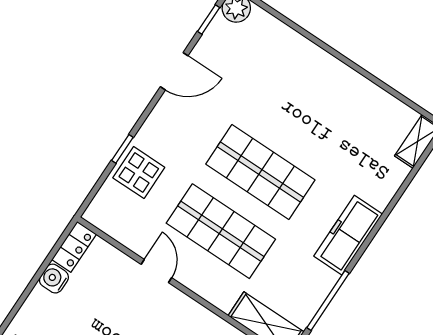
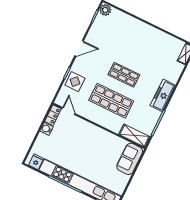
door: (174, 71) -> (79, 48), moved
shop shelf: (260, 172) -> (124, 75), width x0.70, depth x0.74
door: (156, 271) -> (68, 111), moved

